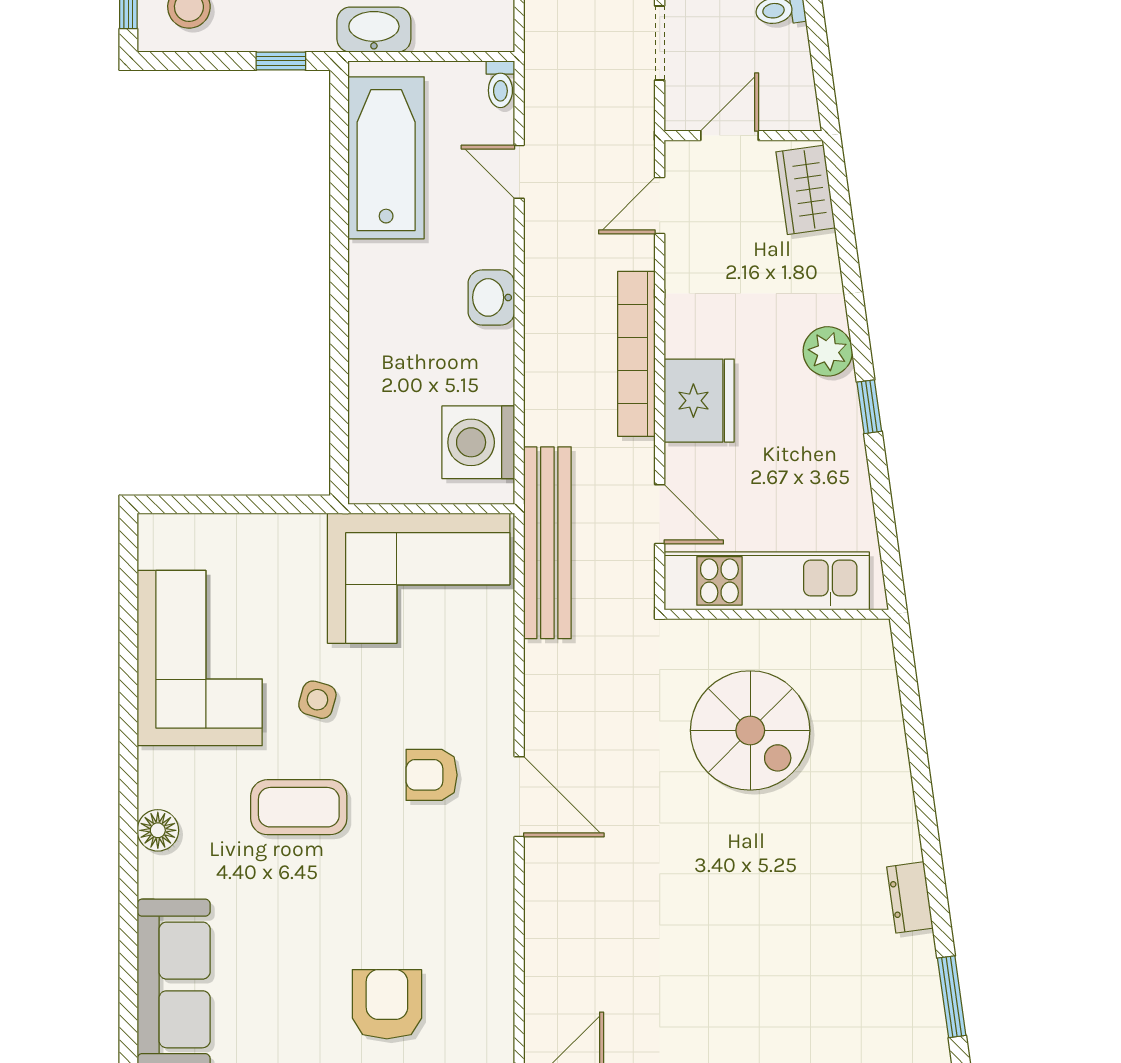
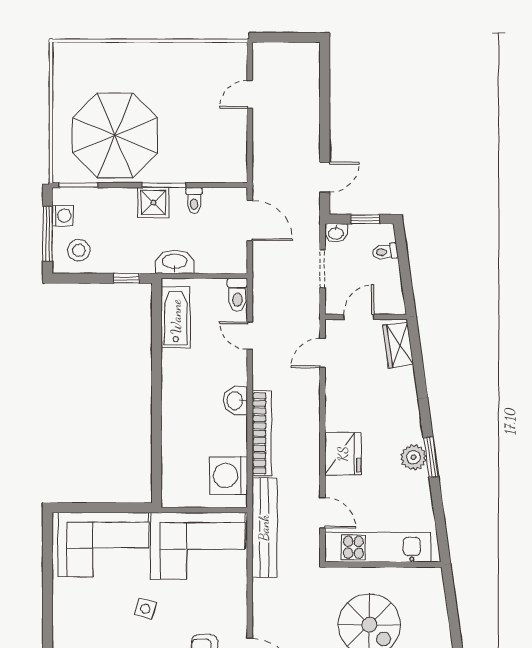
toilet: (500, 84) -> (237, 295), width x1.37, depth x1.39
bathtub: (386, 158) -> (176, 317), width x0.73, depth x0.73
plant: (828, 351) -> (414, 457), moved
bookcase: (636, 354) -> (262, 433), moved, turned 180
window: (869, 407) -> (431, 457), width x1.50
corner sofa: (200, 658) -> (103, 545), moved, turned 90

